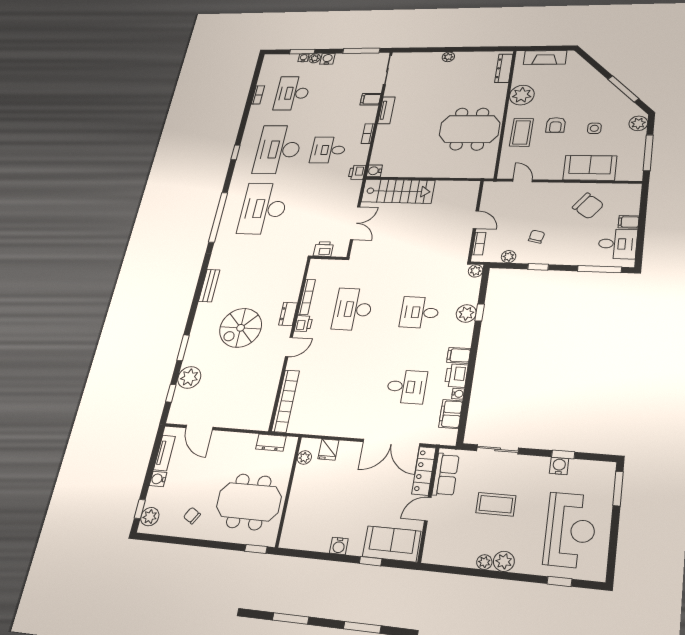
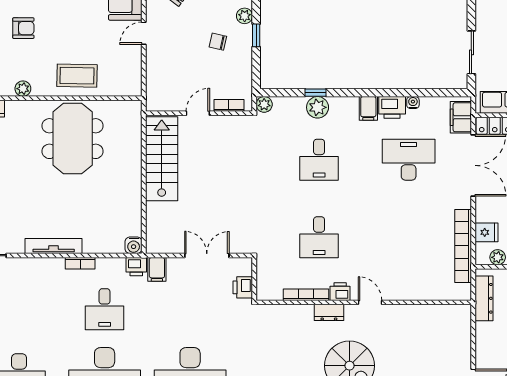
plant: (522, 95) -> (23, 89), width x0.53, depth x0.53
filing cabinet: (371, 99) -> (157, 269), moved
tv unit: (386, 110) -> (54, 246), width x1.41
armchair: (556, 125) -> (23, 28), moved
door: (523, 180) -> (144, 33), moved
stairs: (398, 191) -> (162, 159), moved
plant: (509, 257) -> (245, 16), moved
desk: (353, 309) -> (319, 237), width x0.73
desk: (406, 387) -> (409, 160), width x1.37
bookcase: (286, 401) -> (463, 246), moved, turned -90
filing cabinet: (451, 414) -> (461, 117), moved, turned 90
dresser: (271, 443) -> (484, 298), width x1.44

